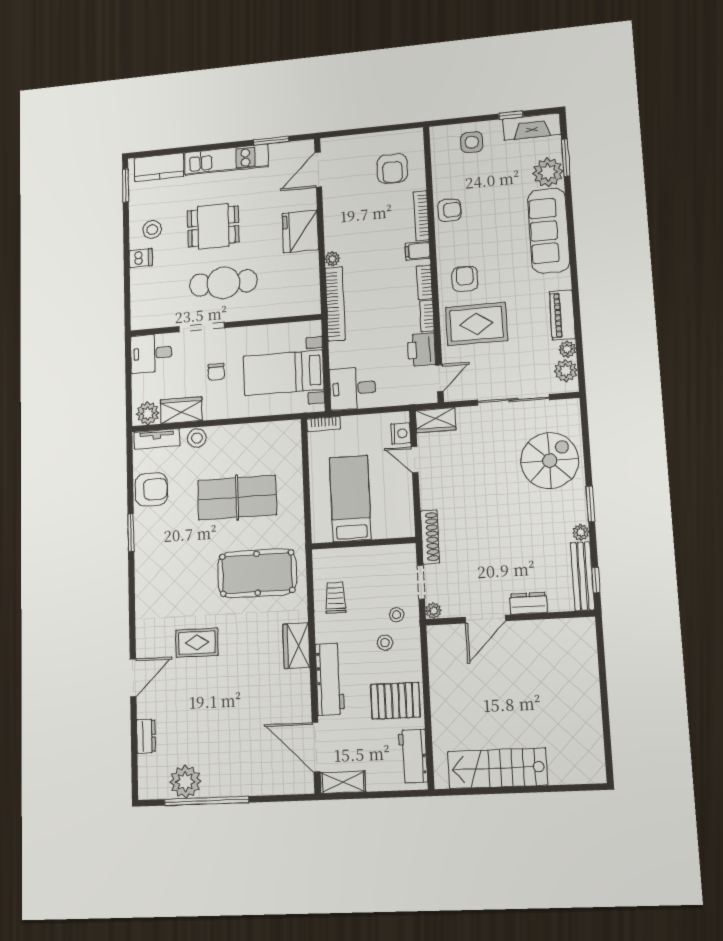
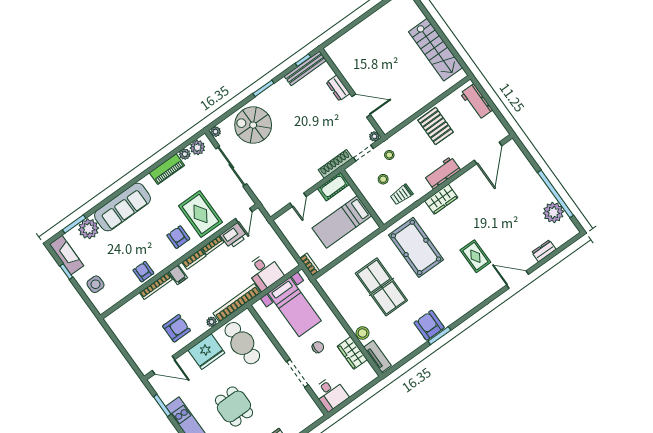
armchair: (392, 169) -> (177, 328), moved
armchair: (465, 279) -> (178, 237), turned 90
cafe table: (223, 283) -> (242, 343), moved
door: (440, 378) -> (244, 215), swing flipped
desk: (353, 388) -> (264, 272), moved
plant: (148, 413) -> (366, 372), removed
wardrobe: (436, 420) -> (269, 202), removed
nightstand: (401, 433) -> (288, 217), removed
armchair: (151, 489) -> (429, 325), moved
cot: (403, 516) -> (333, 186), added
plant: (581, 532) -> (216, 132), moved
stool: (385, 643) -> (383, 179), moved
workbench: (330, 679) -> (442, 173), width x0.73
workbench: (413, 756) -> (476, 102), moved, turned 90
shelving: (343, 782) -> (497, 126), removed

